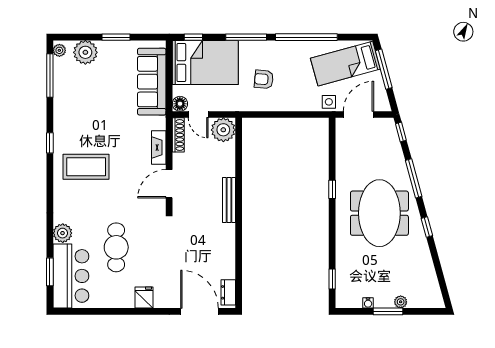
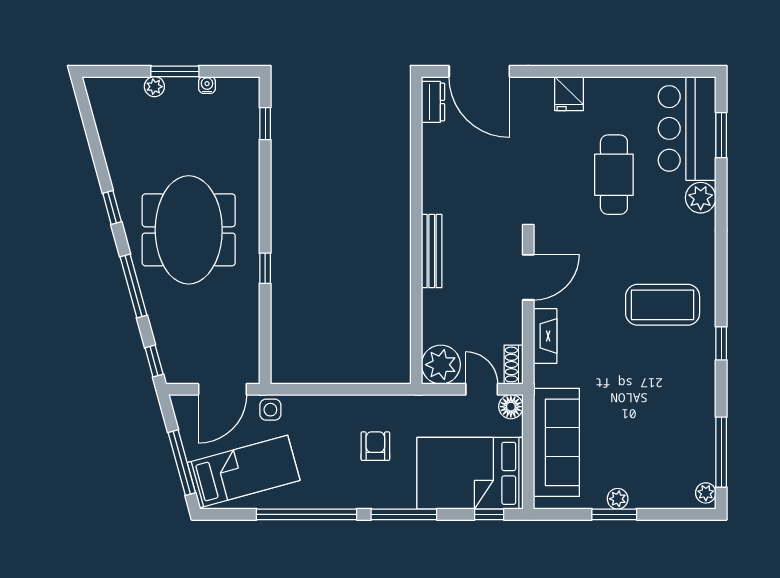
plant: (85, 52) -> (618, 499), moved, width x0.53, depth x0.53
armchair: (264, 79) -> (375, 446), turned -95
shoe rack: (178, 135) -> (514, 365), width x0.70

